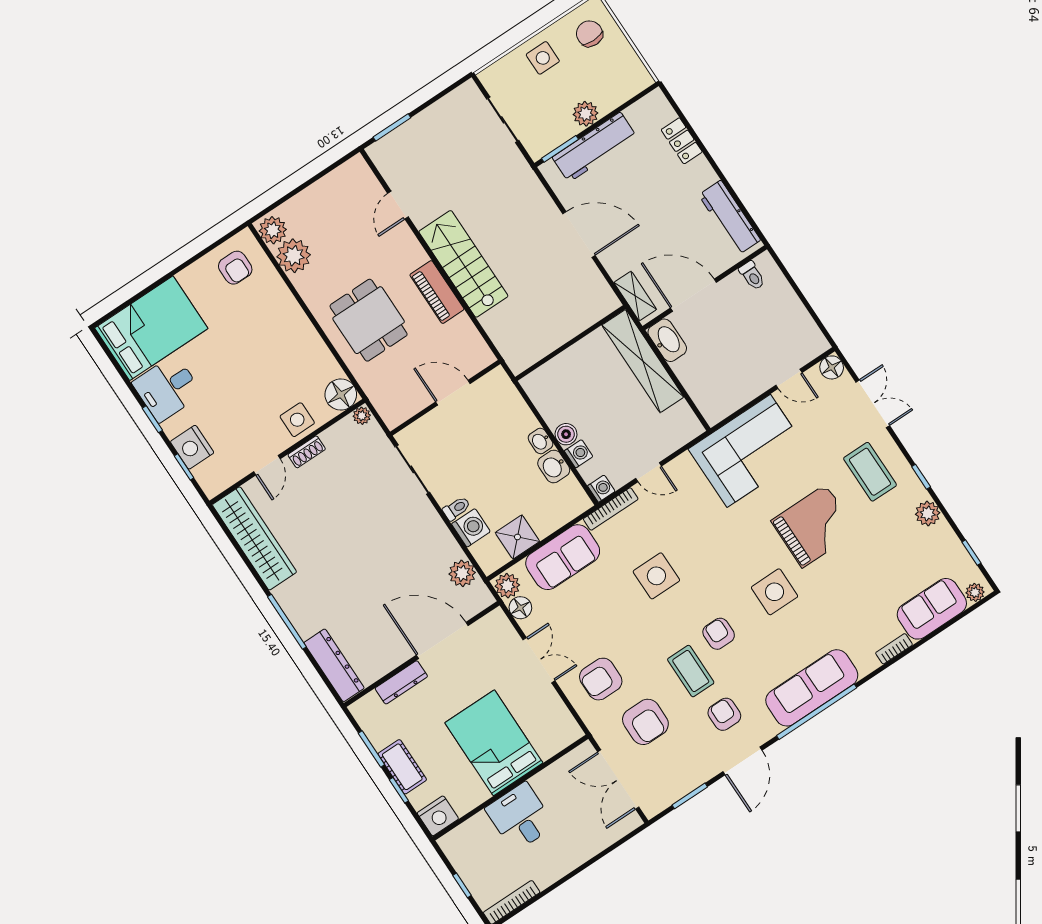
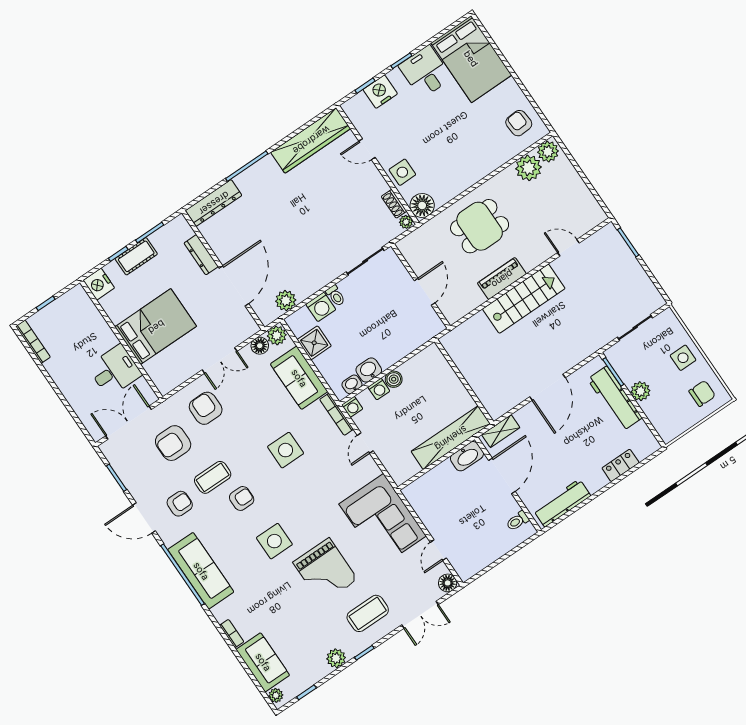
armchair: (235, 268) -> (519, 123), turned 86
washbasin: (541, 441) -> (352, 384), moved
shoe rack: (307, 452) -> (394, 204), moved
desk: (520, 817) -> (115, 371), moved

